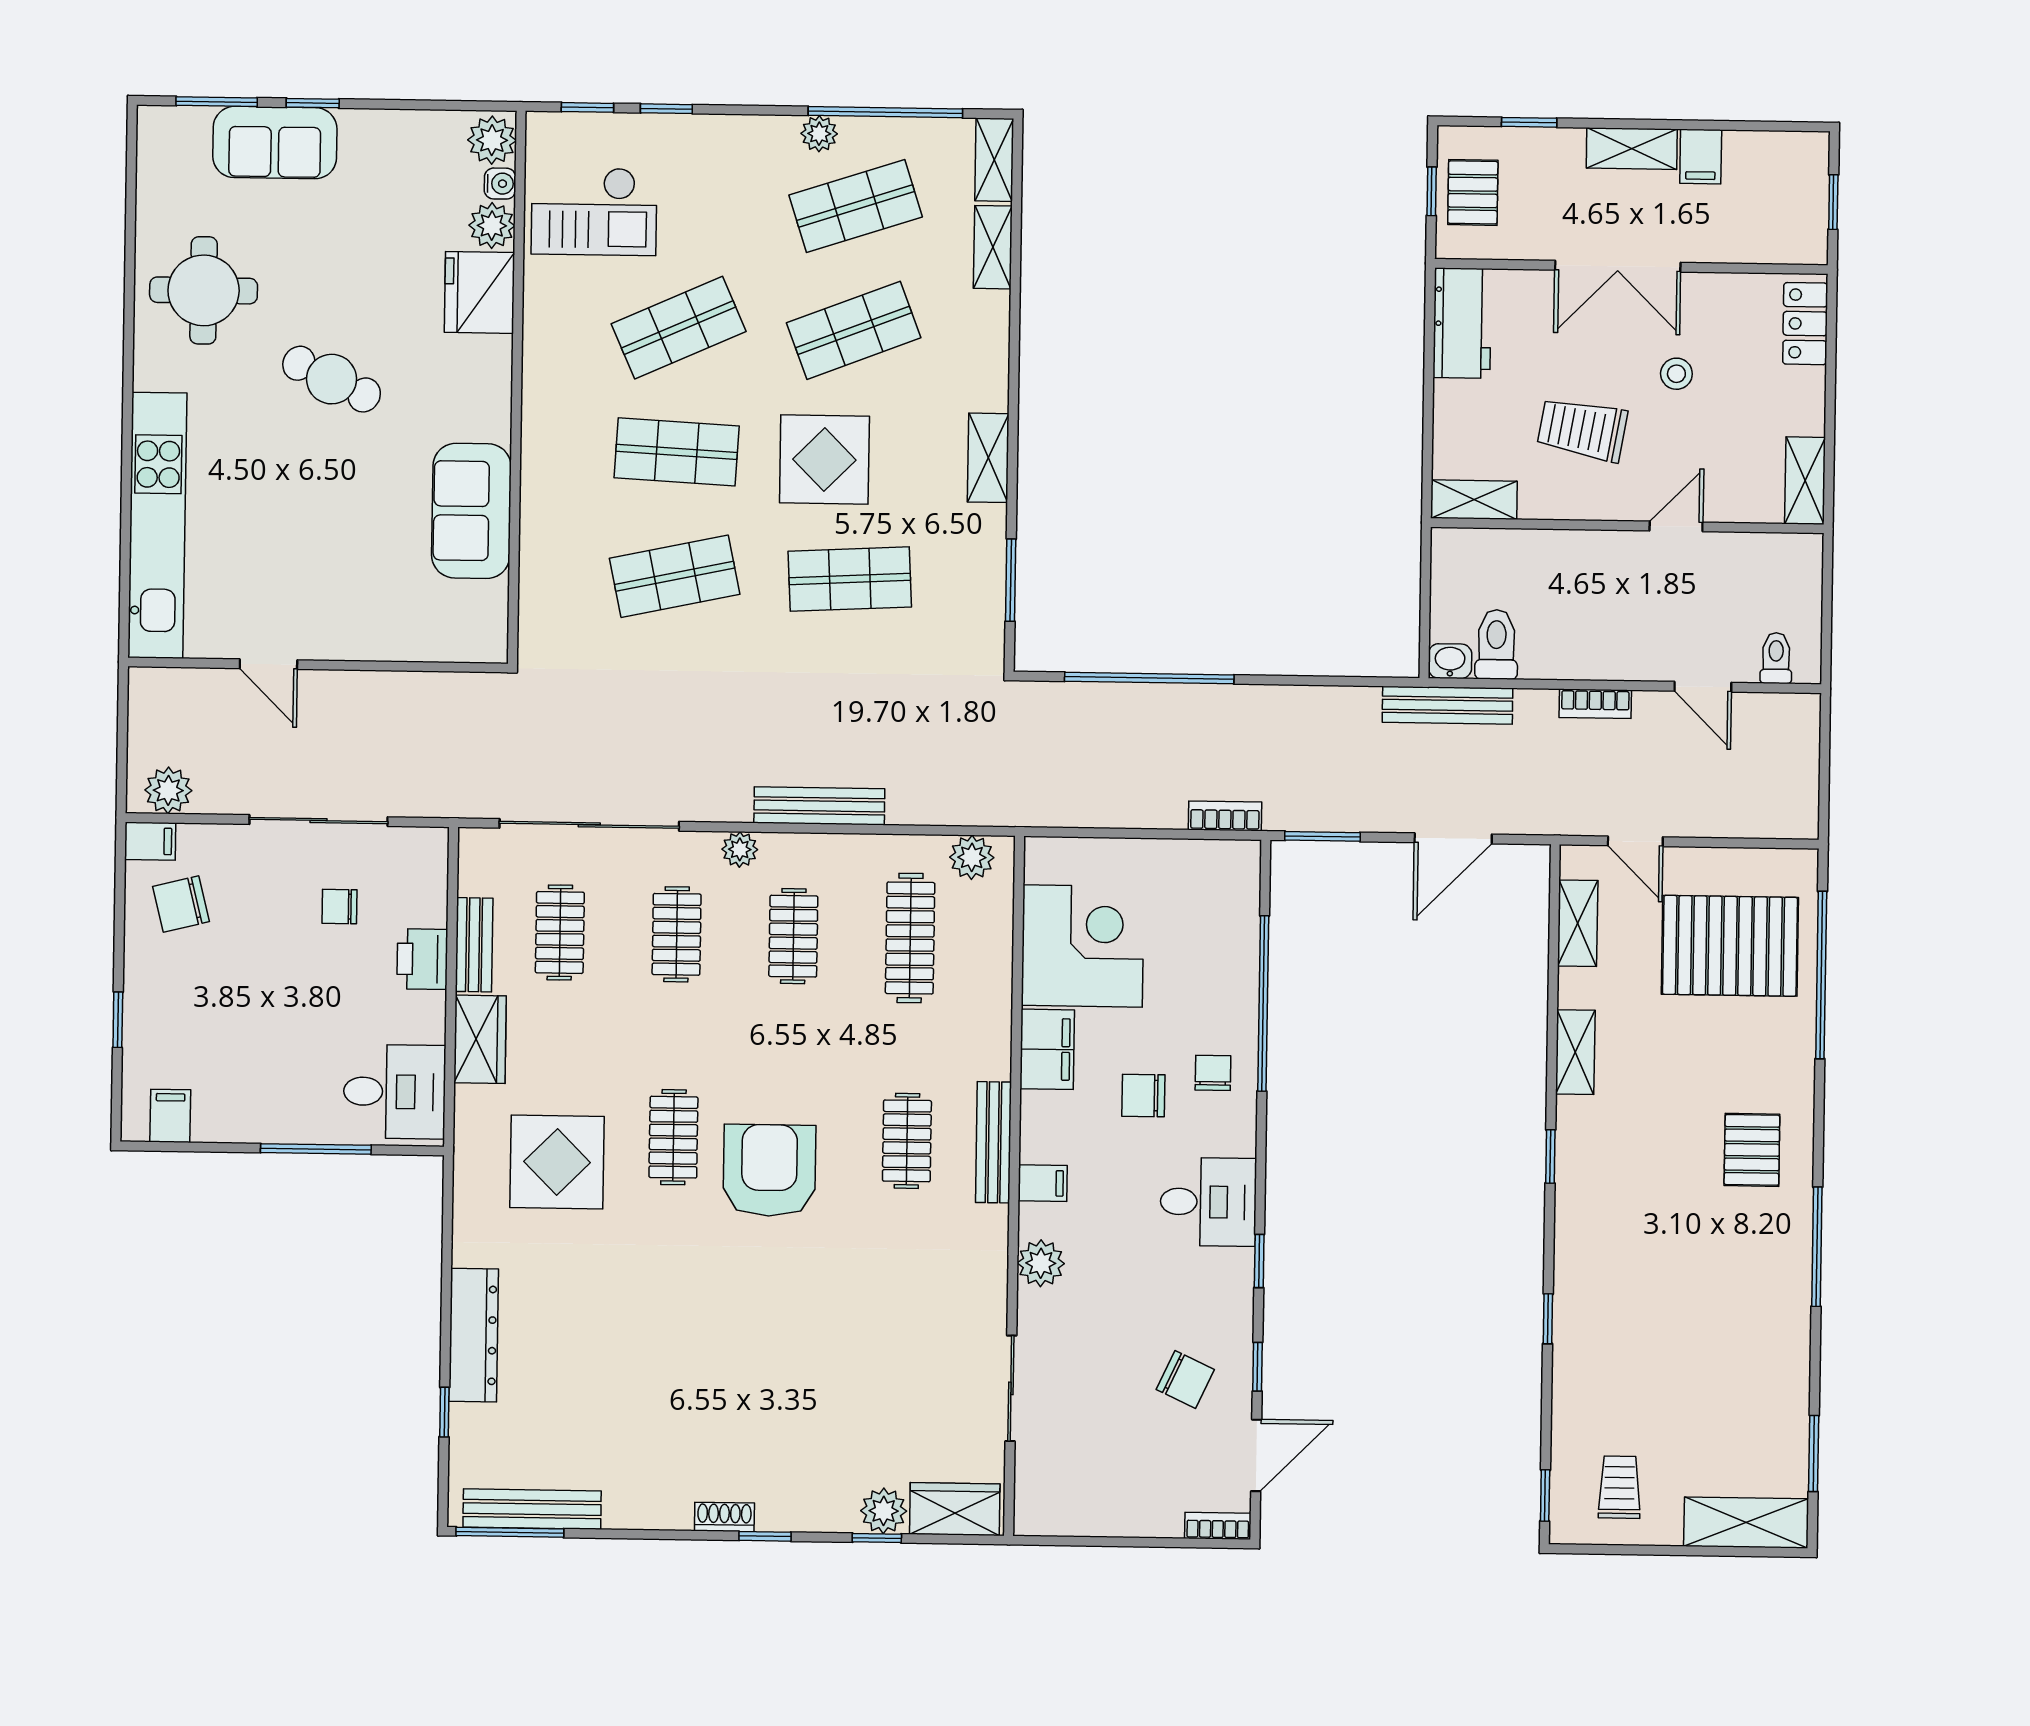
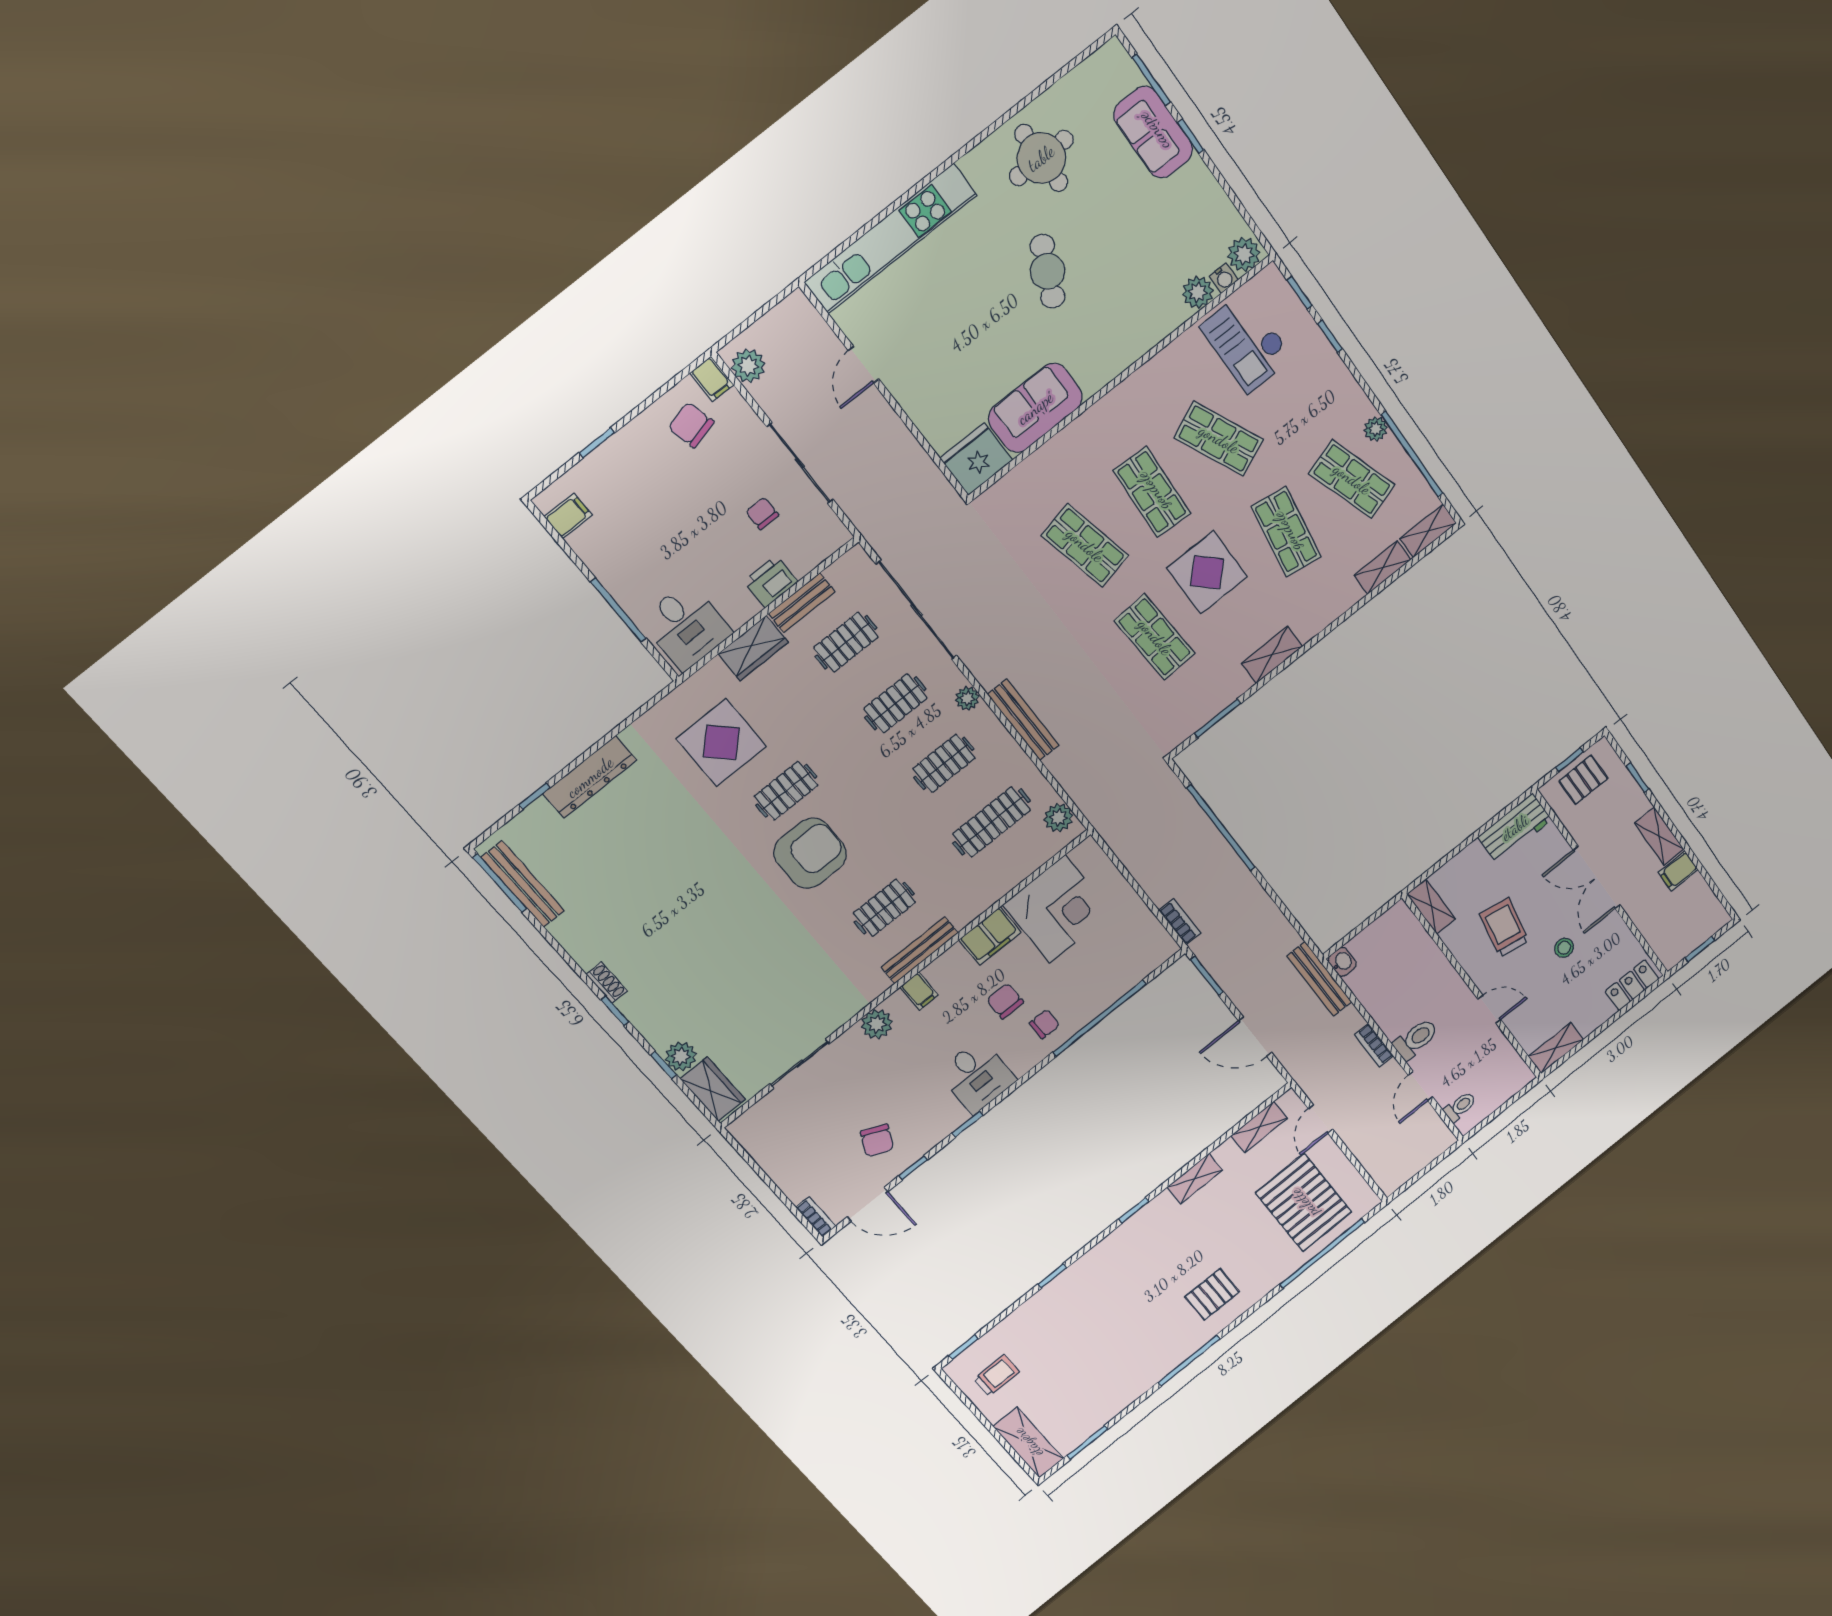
fridge: (479, 292) -> (976, 459), moved
shop shelf: (854, 330) -> (1286, 532), turned 30
toilet: (1496, 644) -> (1416, 1039), moved

